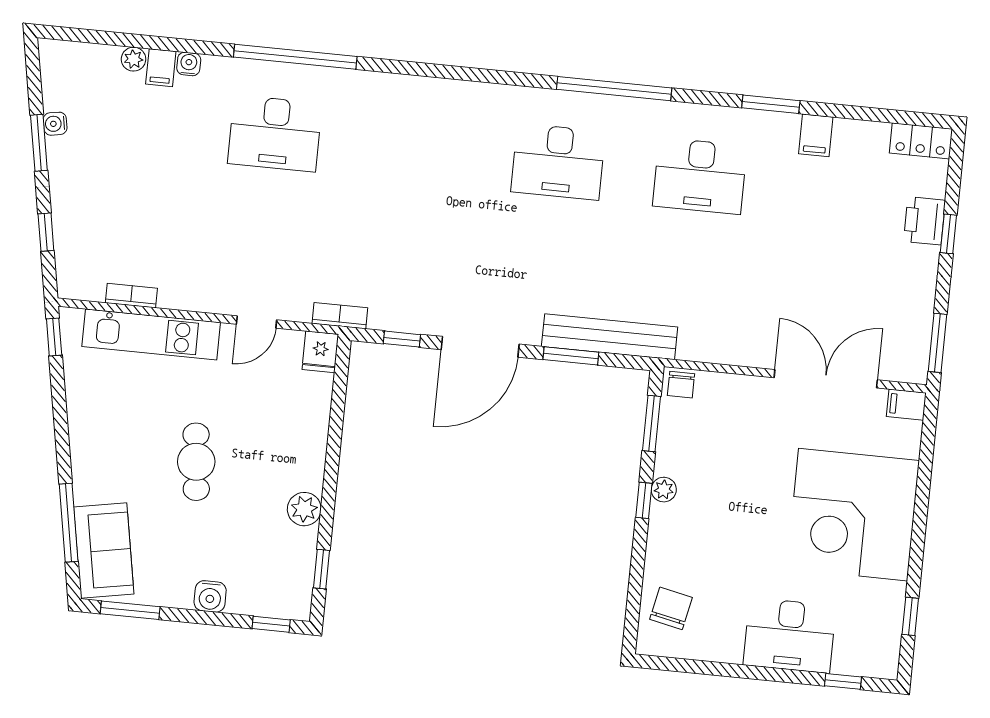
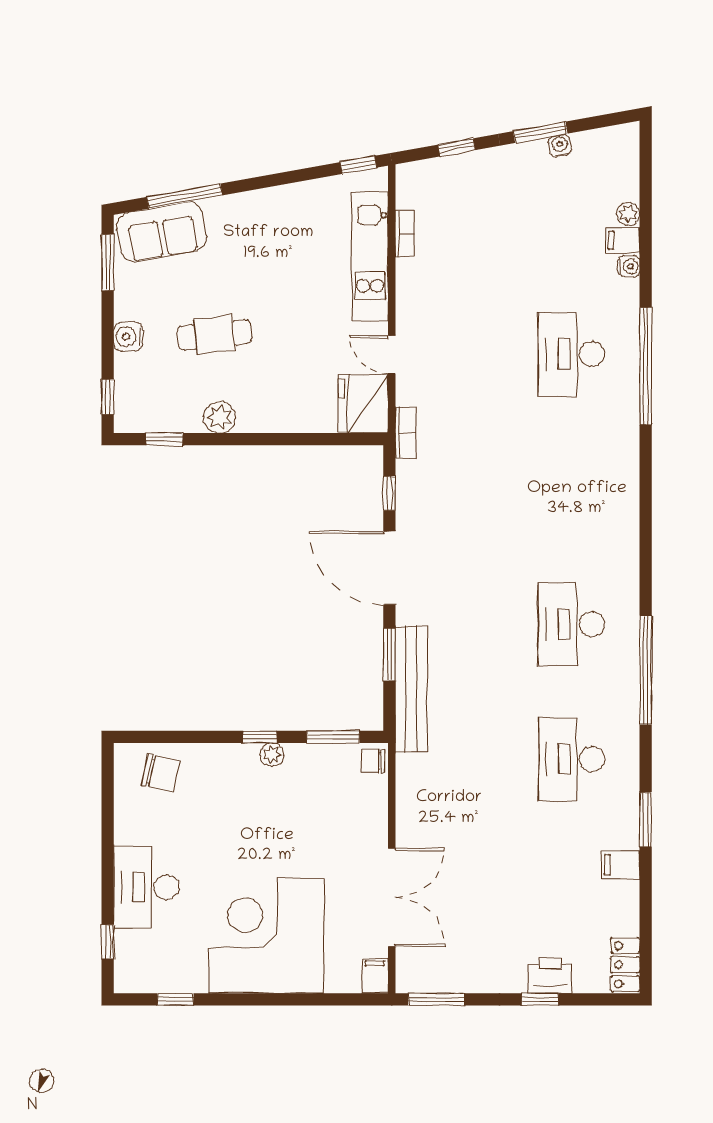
fridge: (320, 352) -> (363, 404), width x1.88, depth x1.34
cafe table: (196, 462) -> (215, 335), moved

